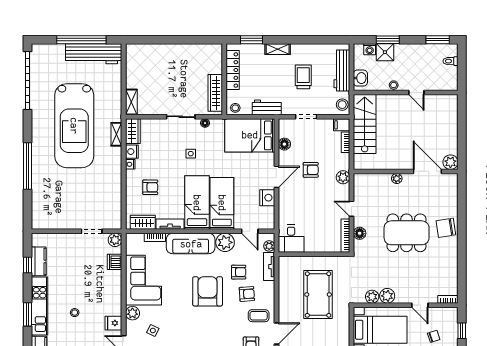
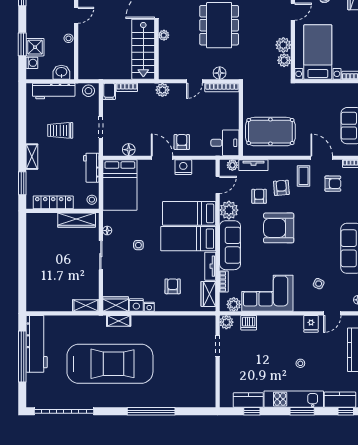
stairs: (365, 124) -> (143, 49), moved, turned -90
armchair: (311, 170) -> (182, 142), moved
pool table: (318, 295) -> (270, 132), moved
plant: (132, 313) -> (234, 304), moved

